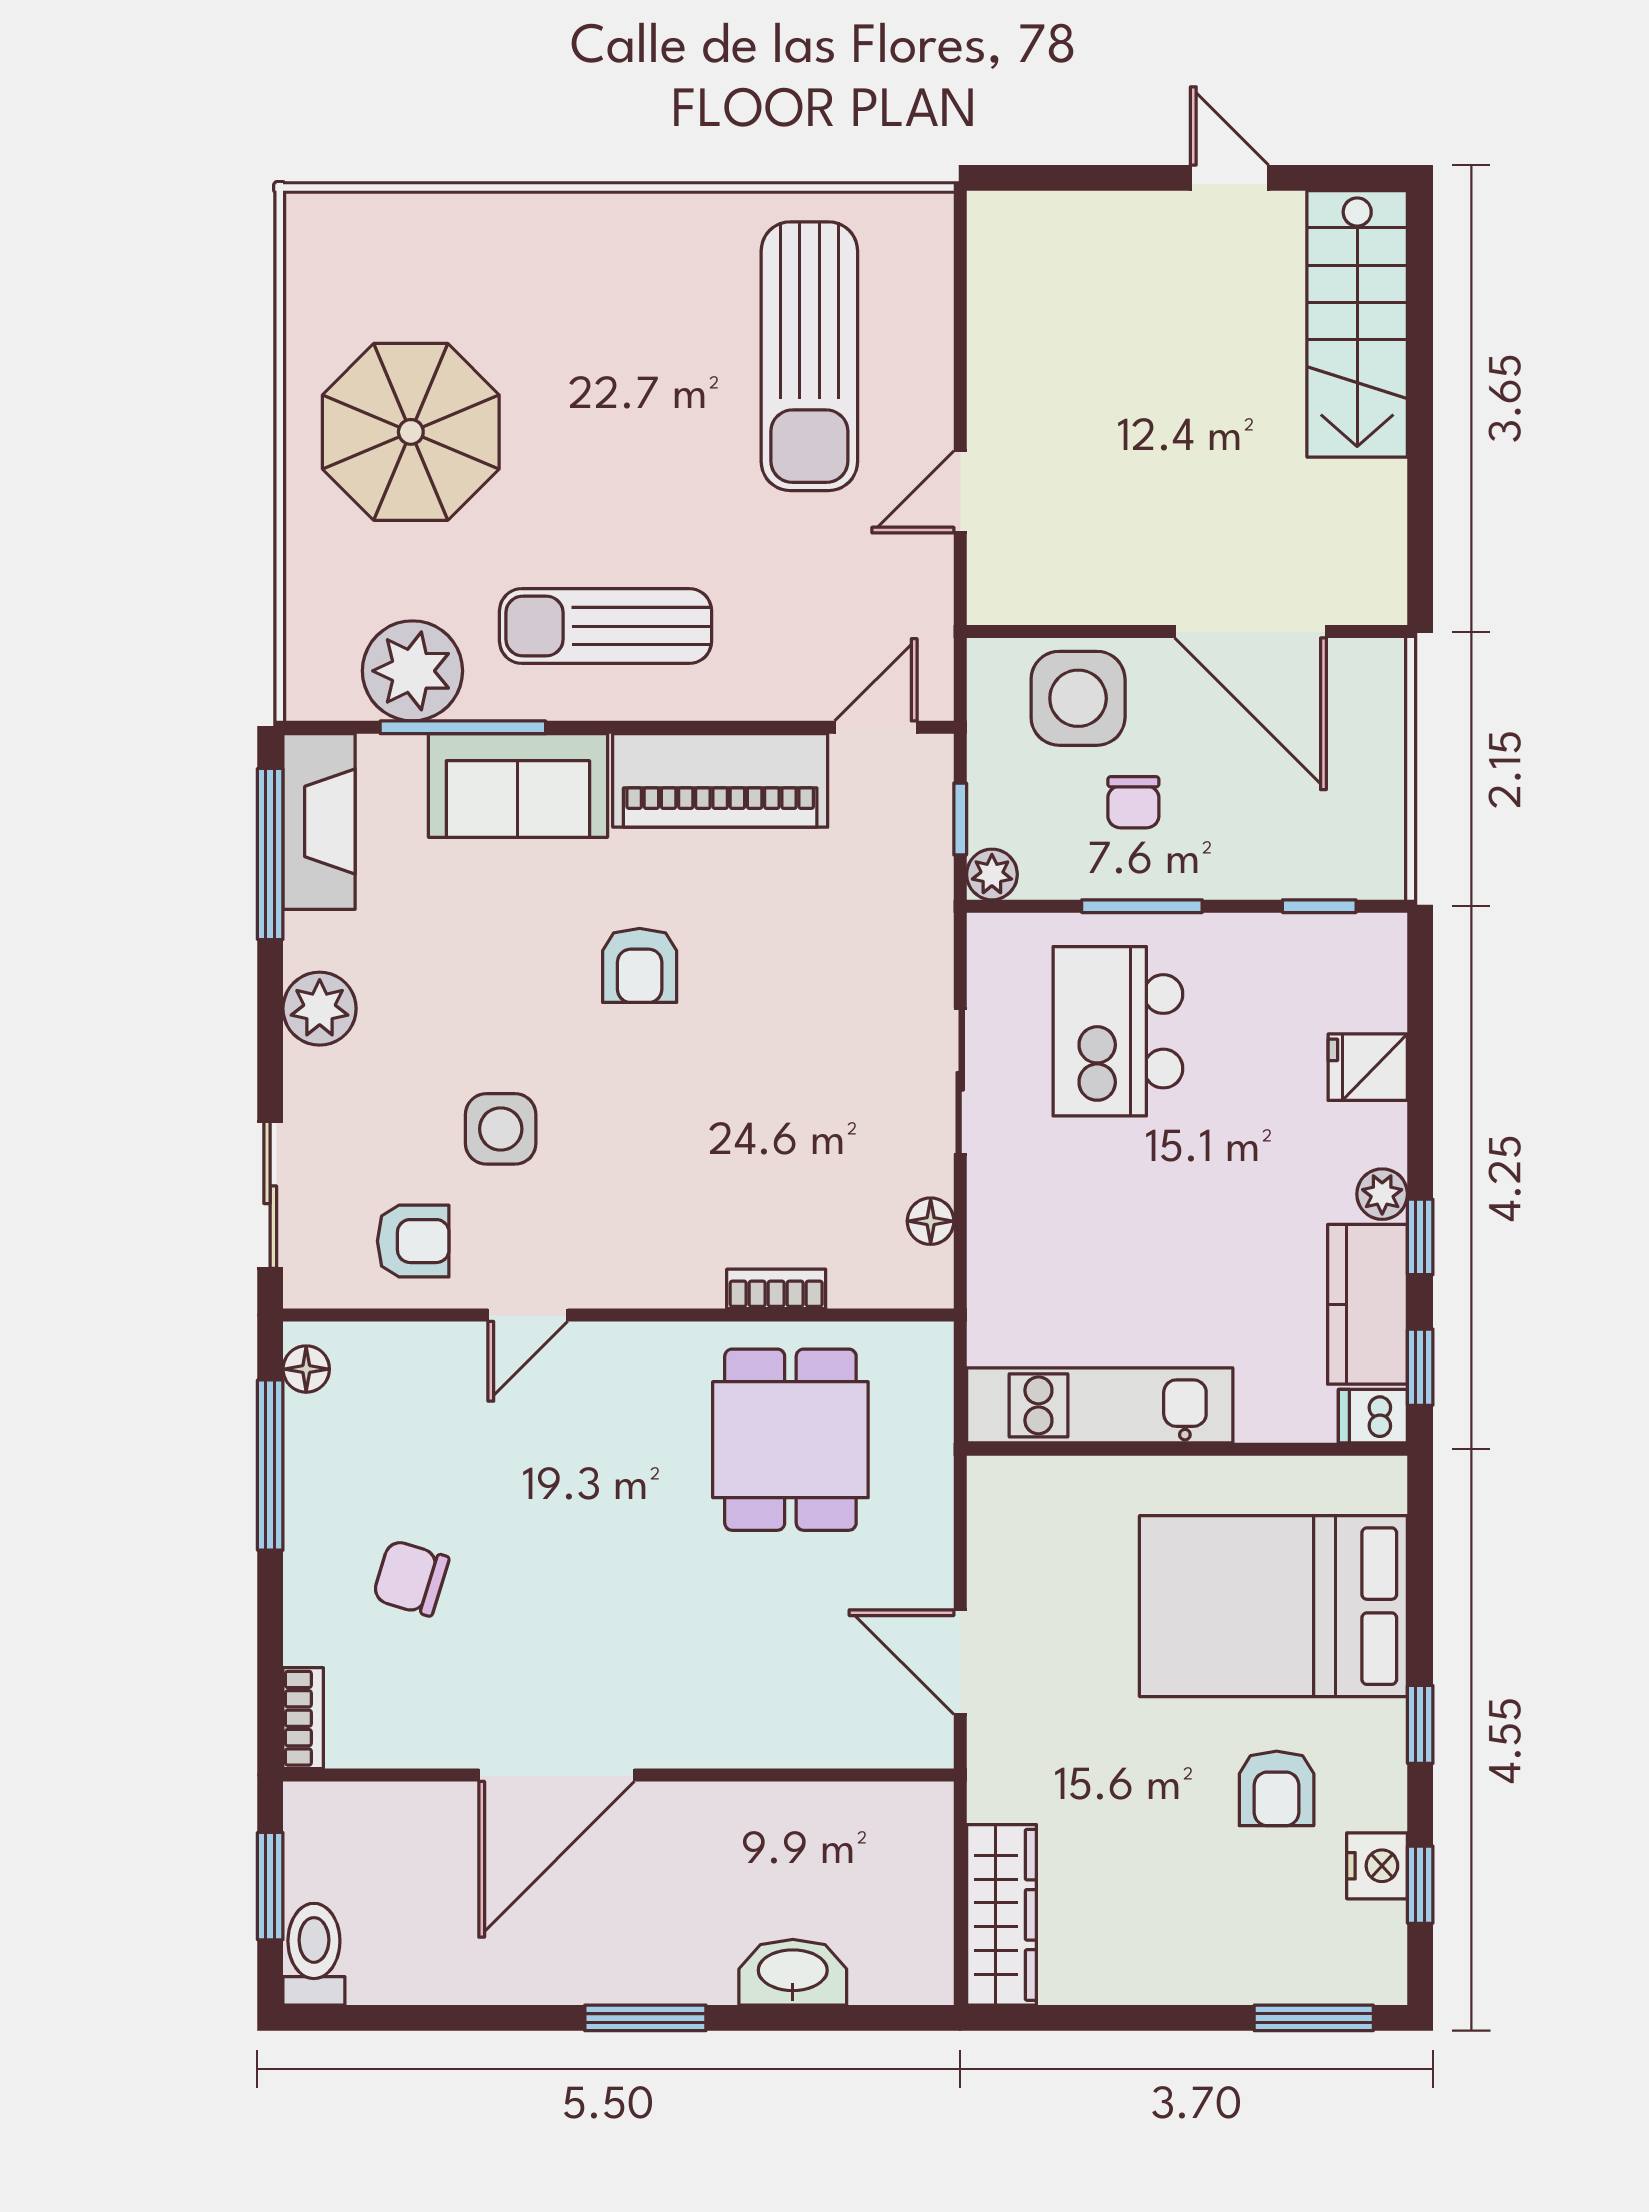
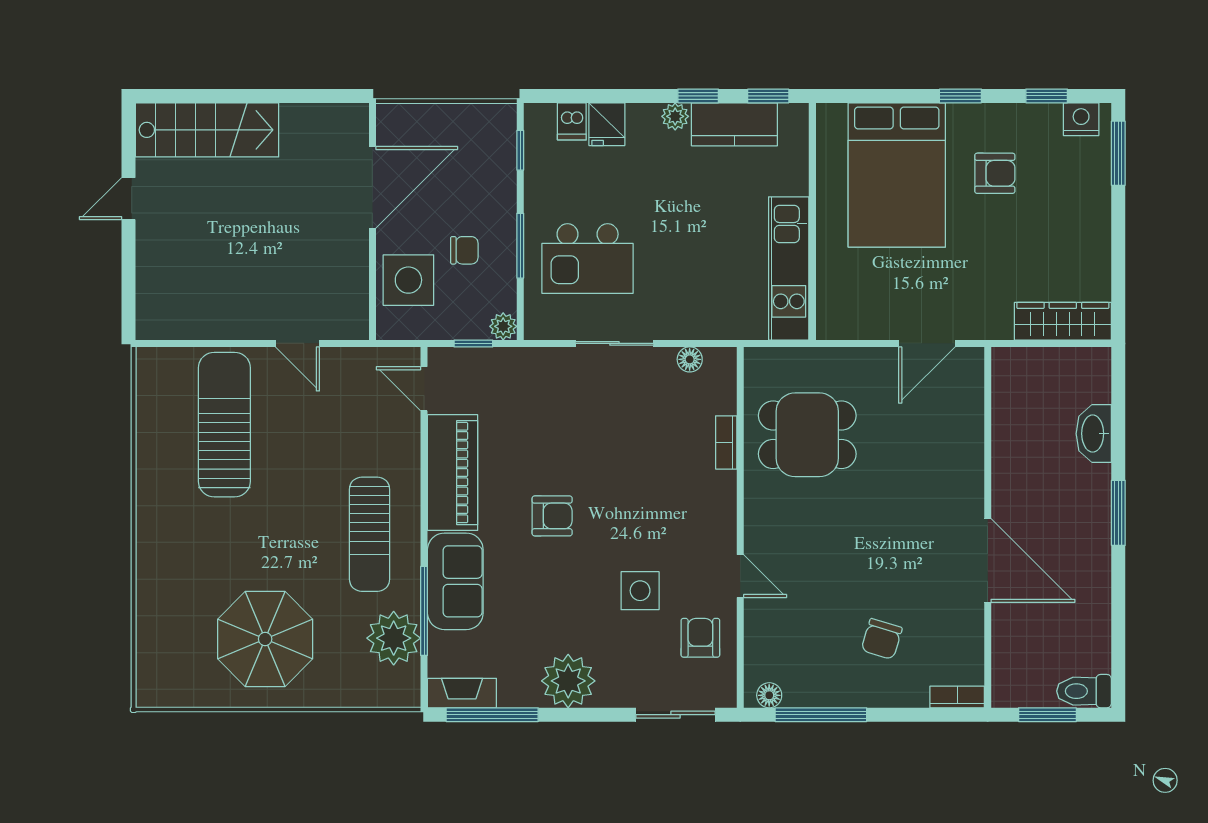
sun lounger: (809, 356) -> (224, 425), turned -90
fireplace: (319, 822) -> (462, 693), width x0.73, depth x0.76
plant: (320, 1009) -> (568, 681), width x1.36, depth x1.36
dishwasher: (1373, 1416) -> (572, 121), moved
nightstand: (1377, 1866) -> (1081, 119), moved

